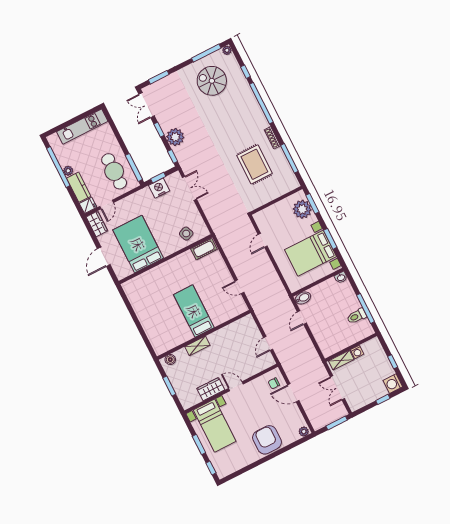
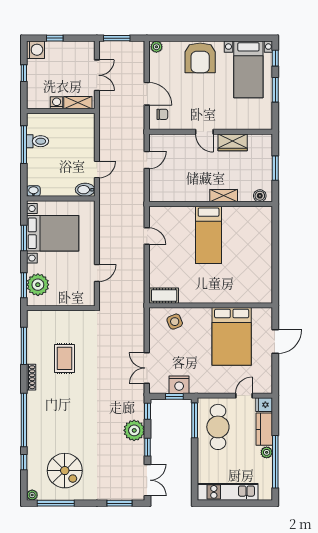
rug: (254, 164) -> (64, 358), width x0.73, depth x0.70
wardrobe: (97, 224) -> (265, 380), removed
bed with nightstands: (215, 426) -> (248, 69), moved, turned 180

